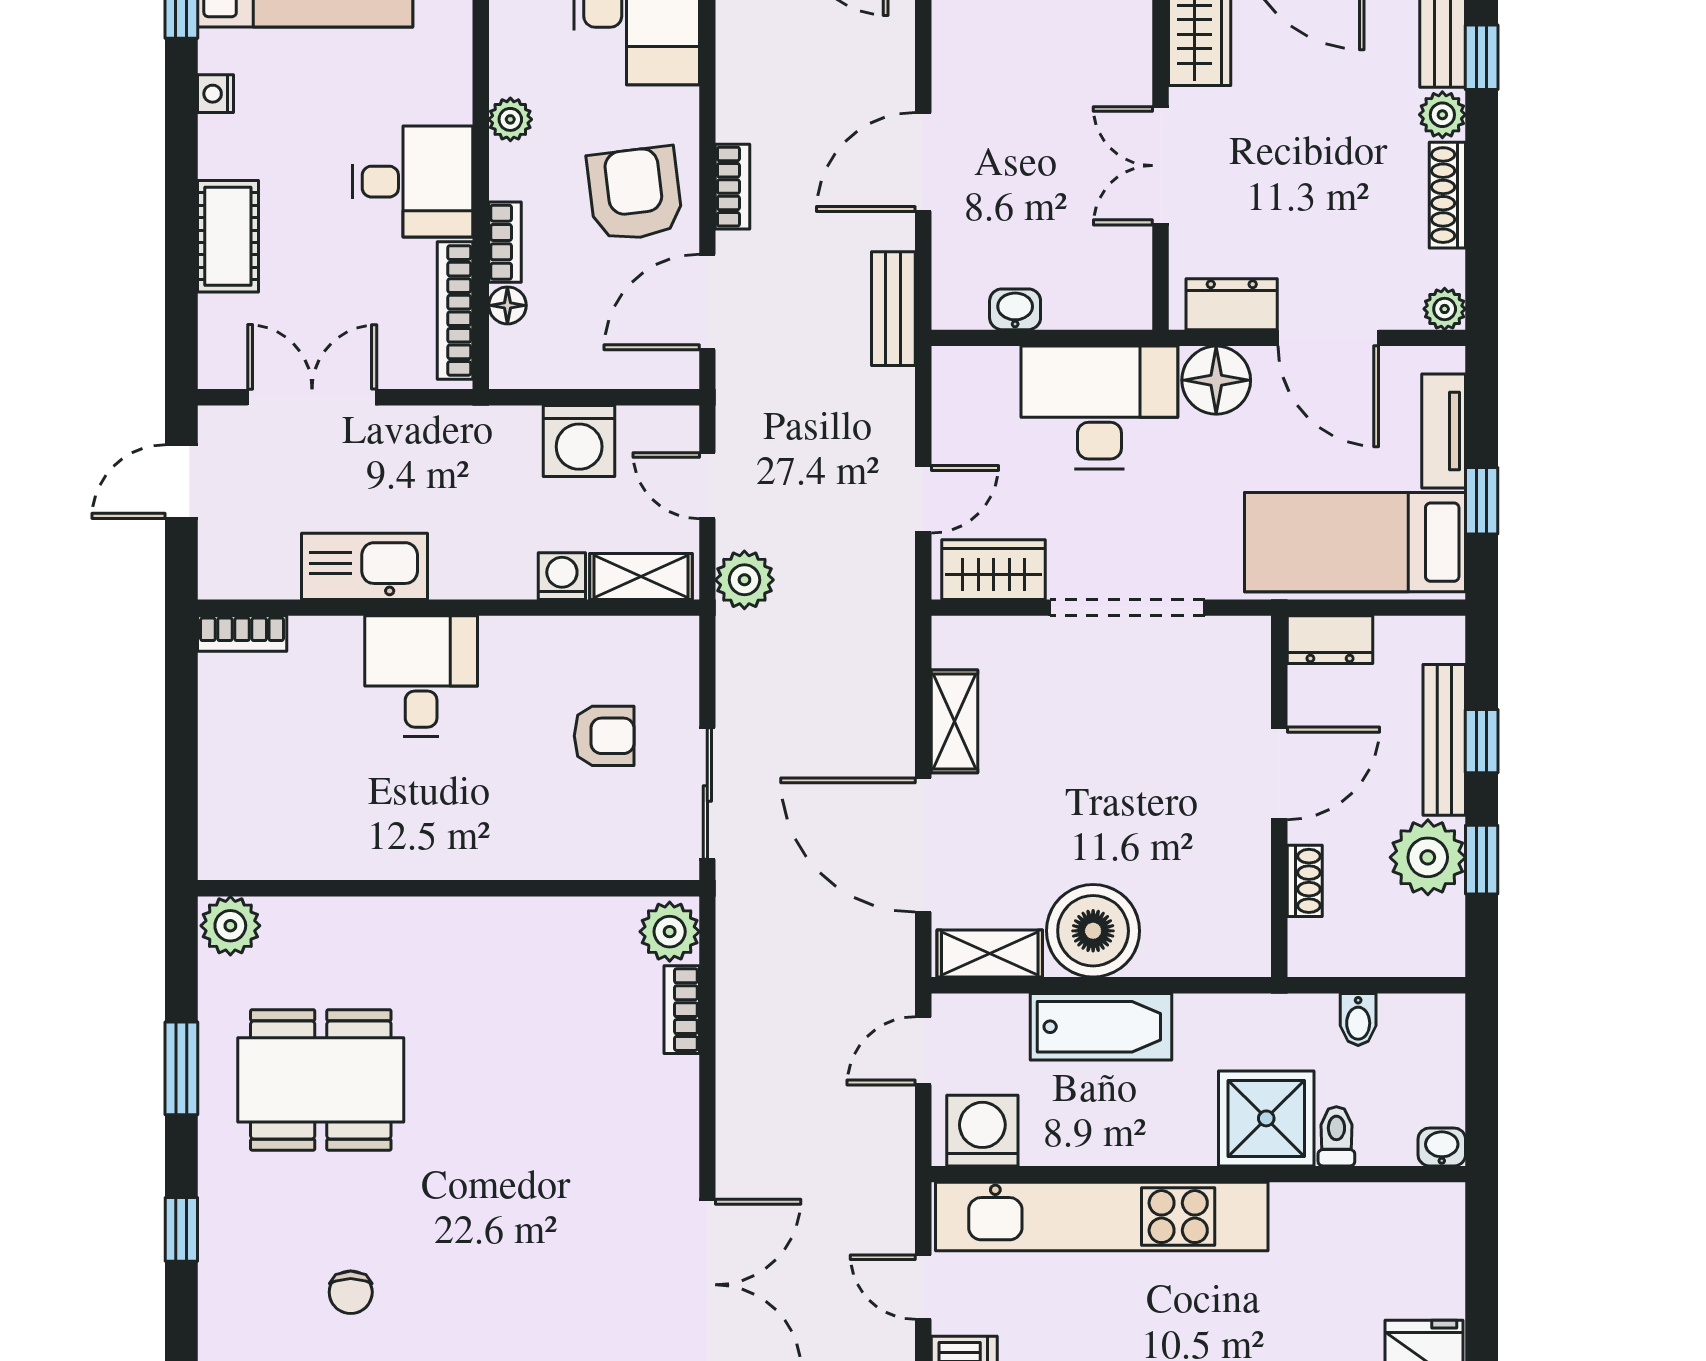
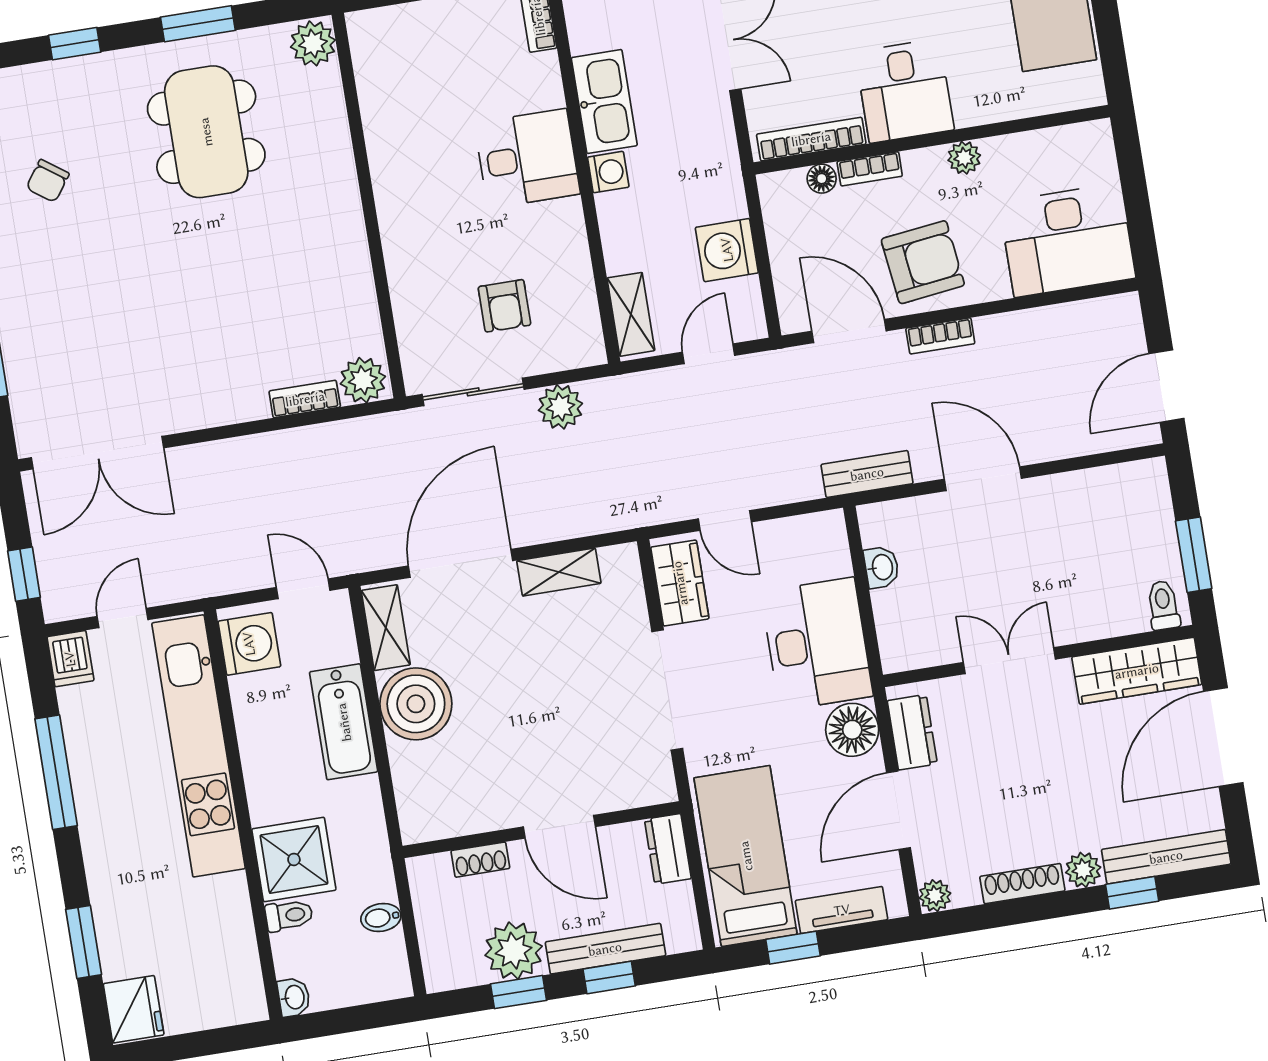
washing machine: (562, 576) -> (608, 172), moved
plant: (744, 580) -> (560, 407), moved
chair: (351, 1292) -> (48, 181), turned -54

